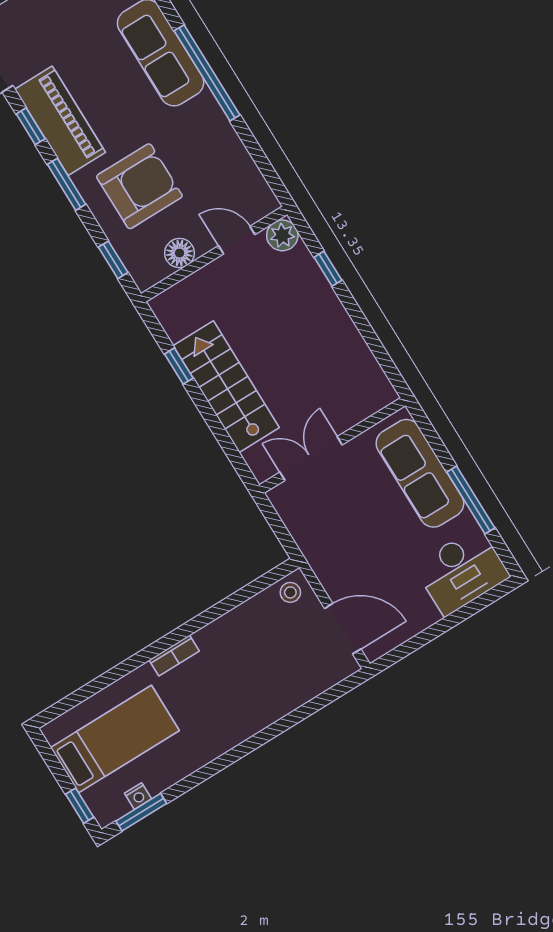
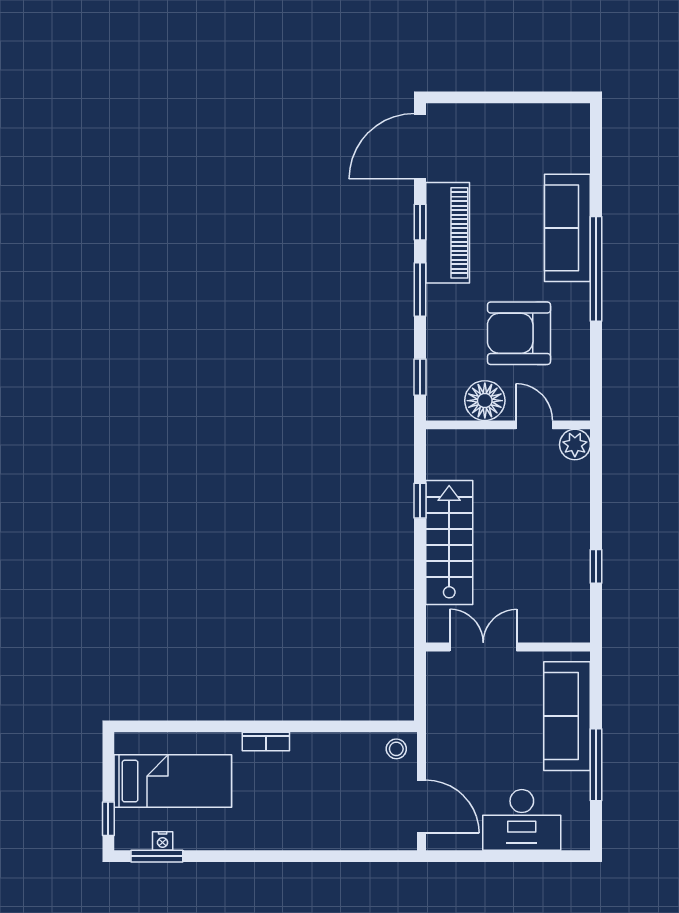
armchair: (139, 186) -> (519, 333), moved, turned 180
floor lamp: (180, 253) -> (485, 401), width x1.38, depth x1.38
window: (328, 269) -> (596, 566), moved
desk: (462, 571) -> (522, 820), moved

